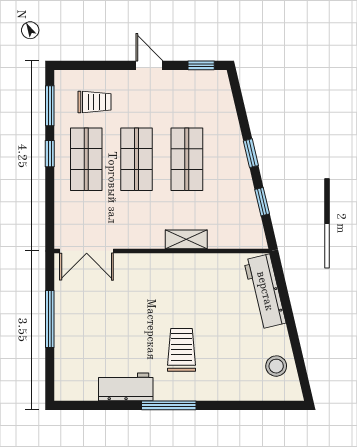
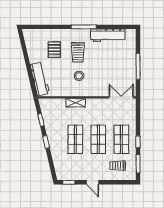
pallet: (233, 356) -> (54, 50), added
stool: (276, 366) -> (79, 76), moved
workbench: (126, 387) -> (108, 35), width x1.37

